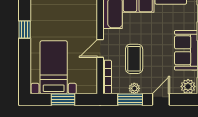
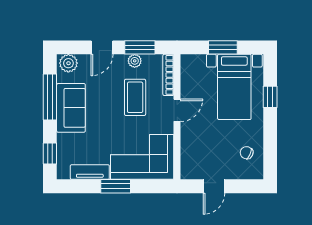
chair: (44, 14) -> (247, 153), added
window: (25, 30) -> (270, 97), moved

